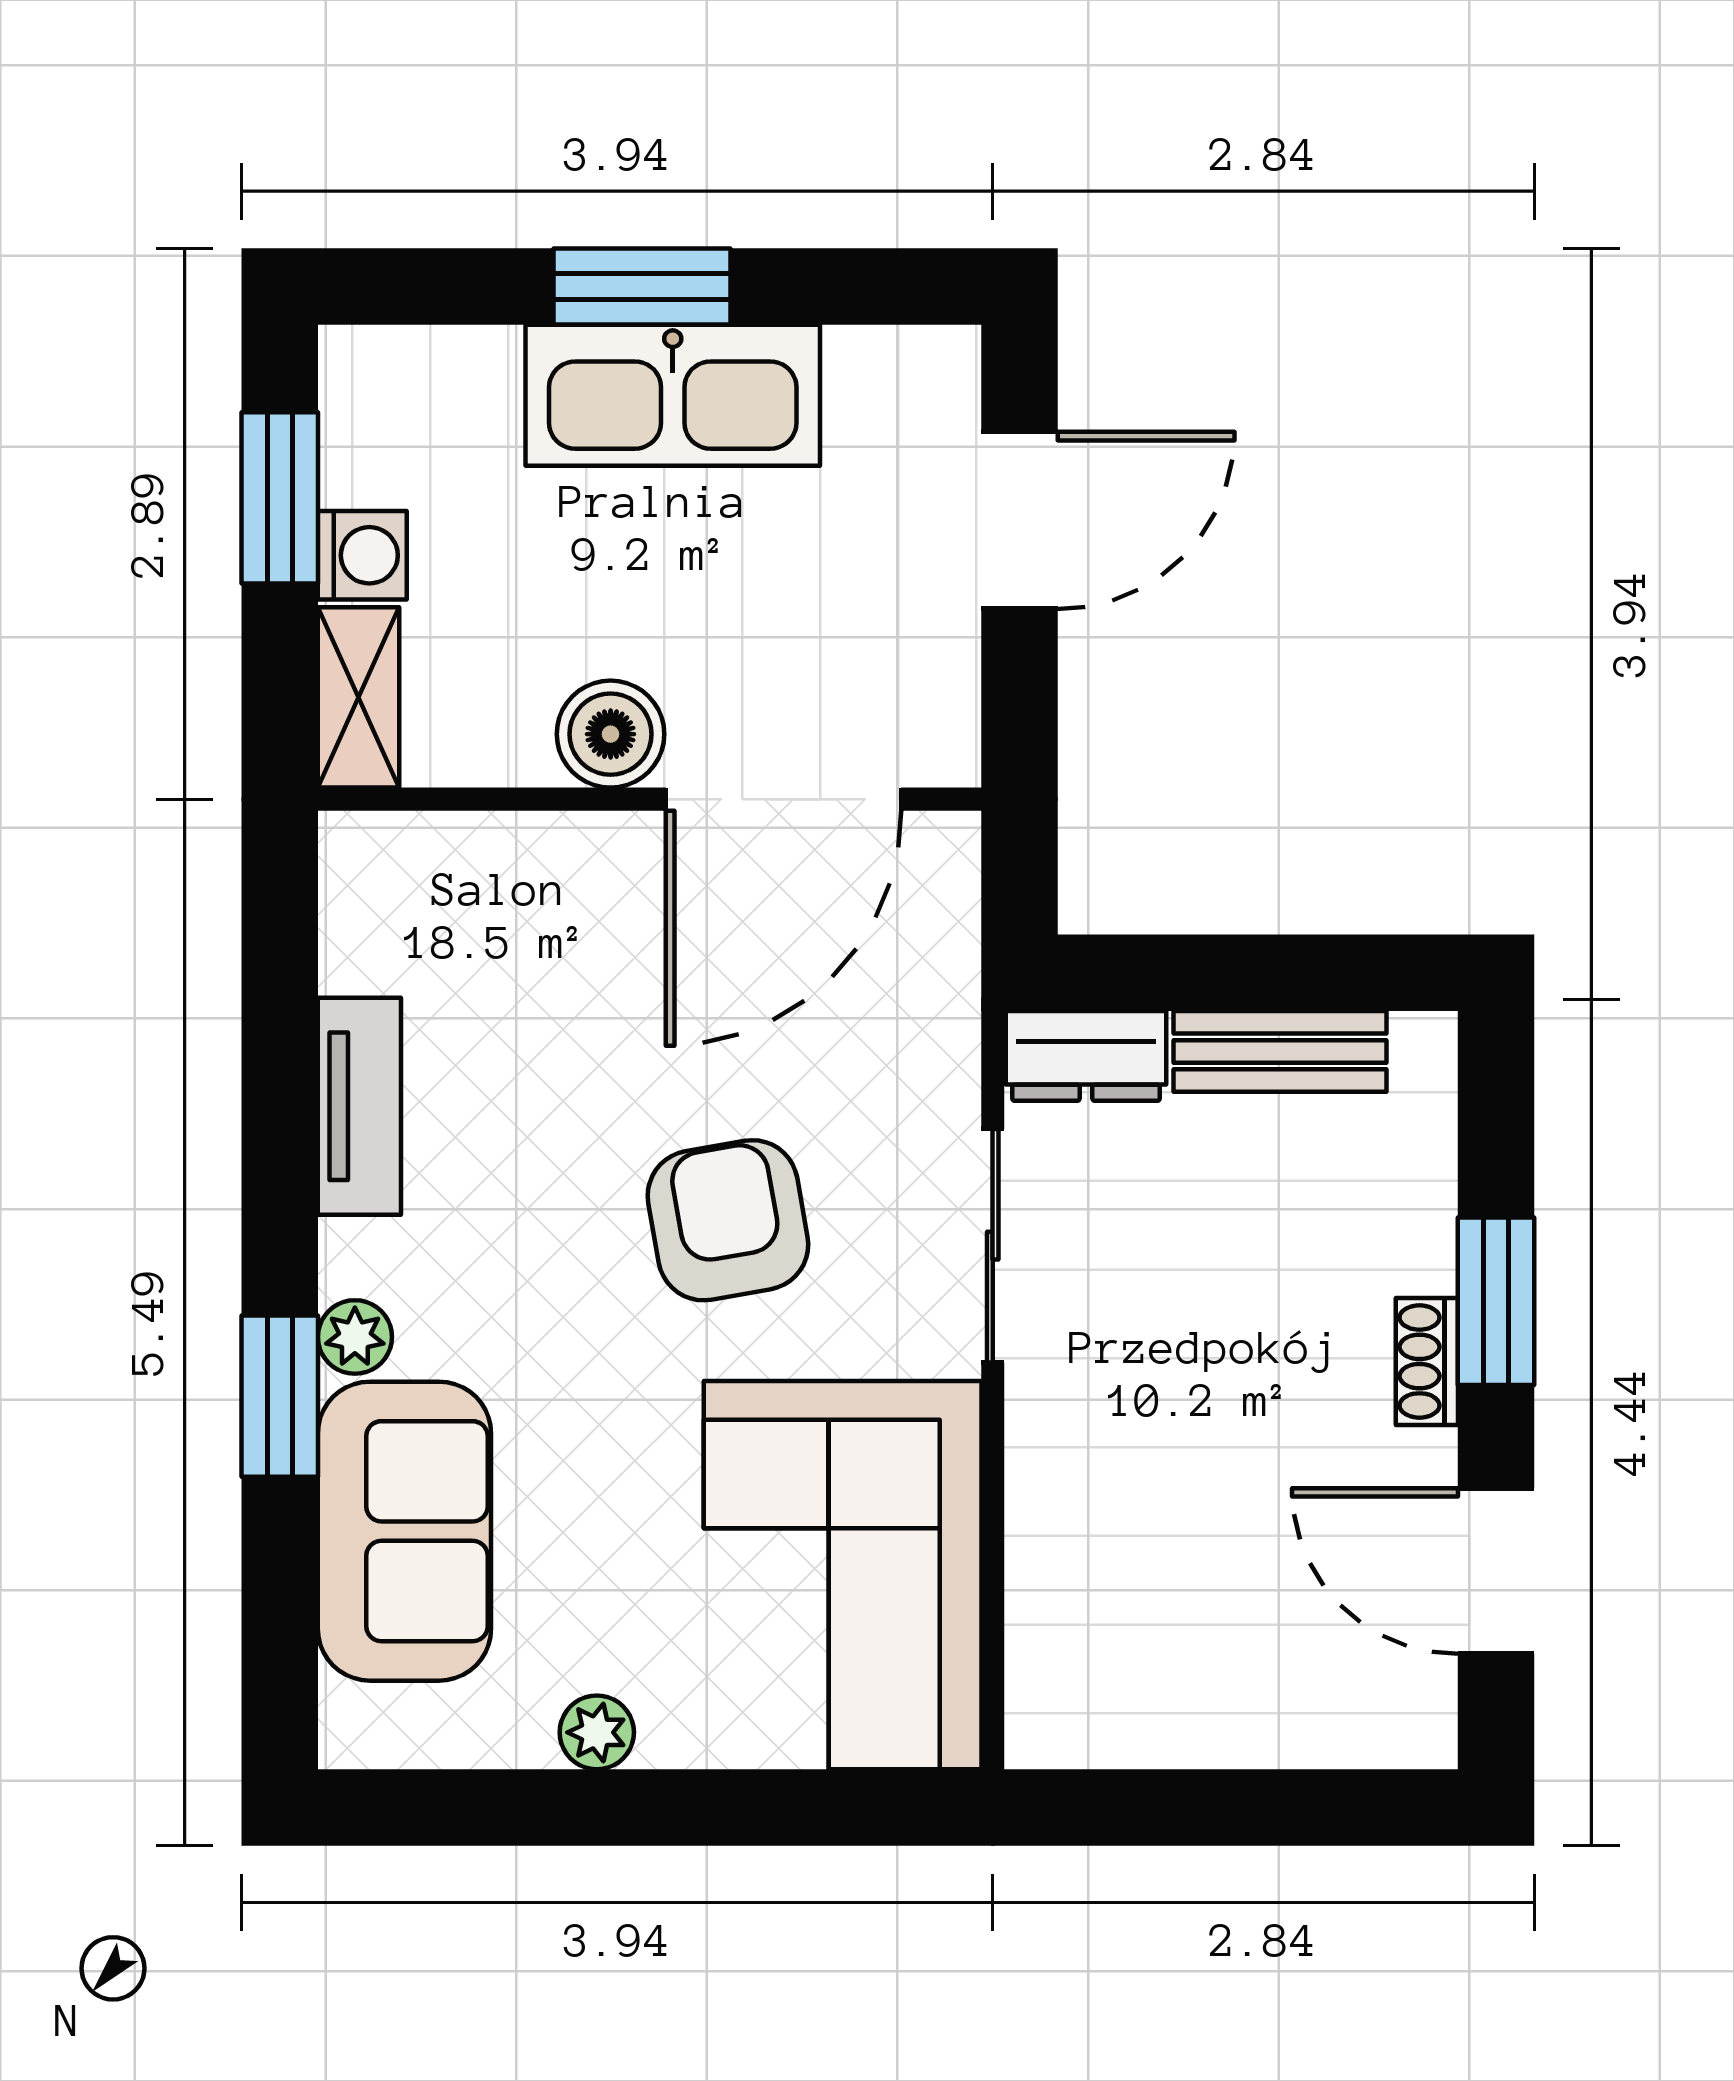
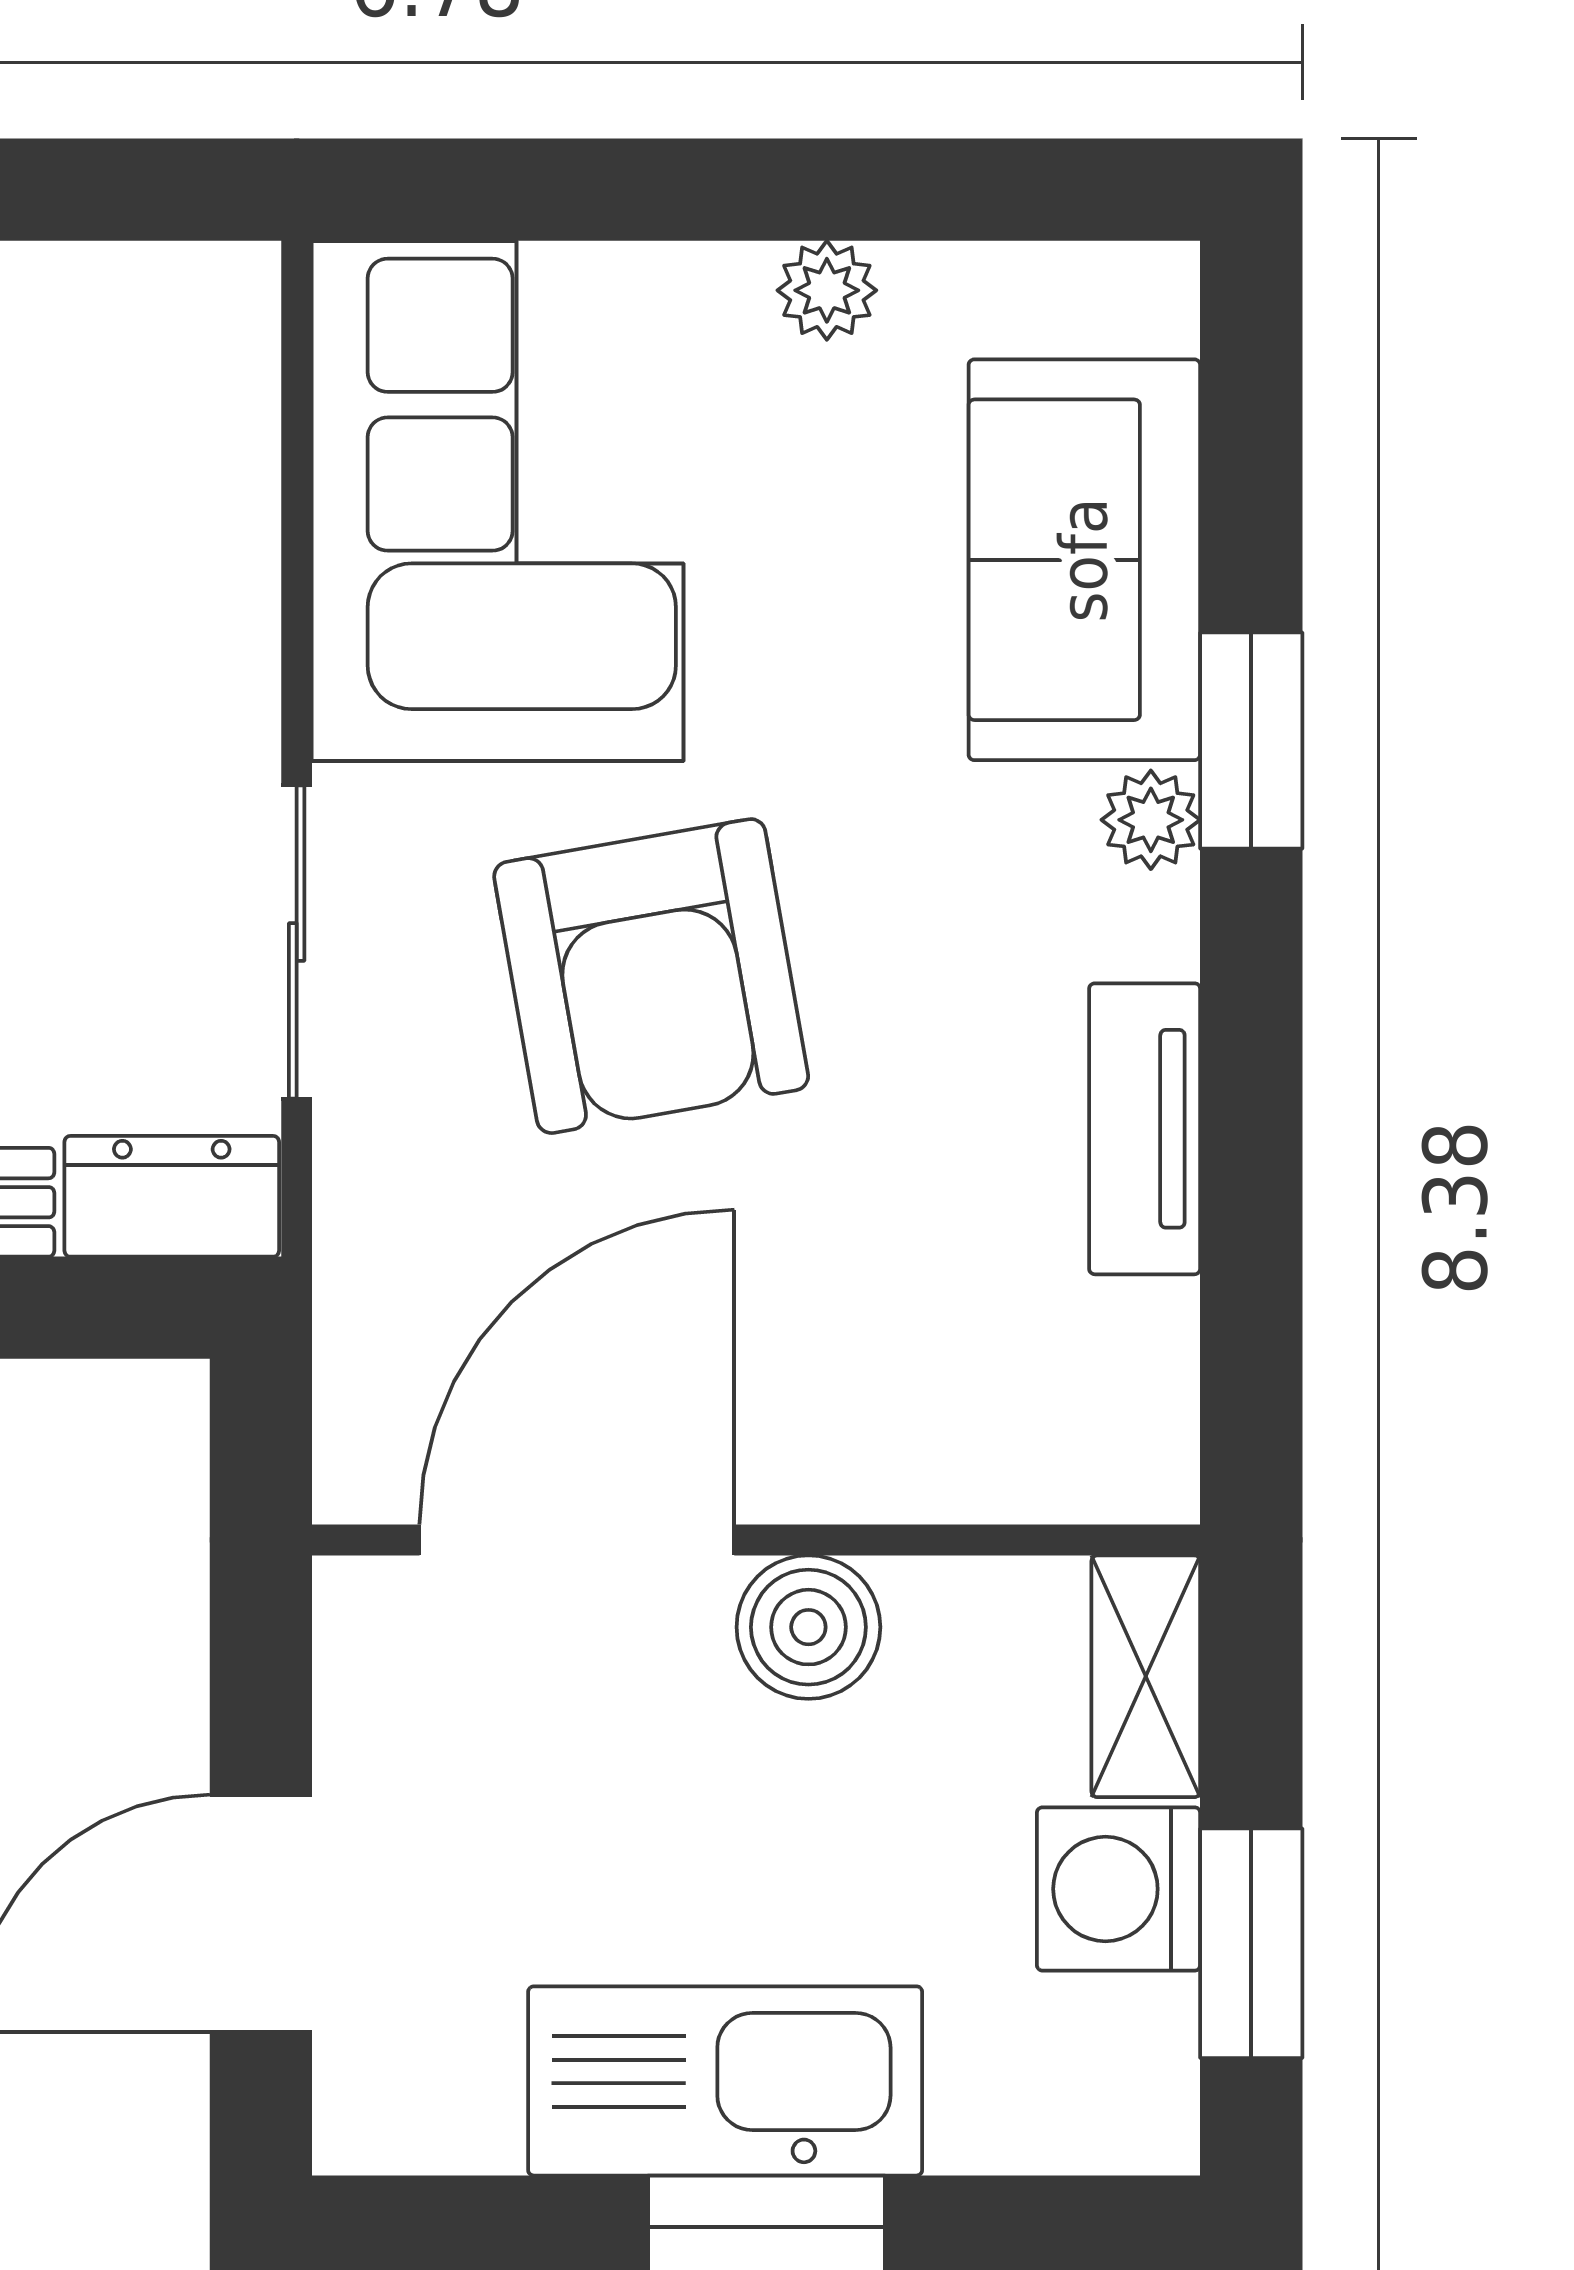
washing machine: (362, 555) -> (1119, 1889), width x1.38, depth x1.38
armchair: (728, 1220) -> (651, 976), width x1.36, depth x1.36

